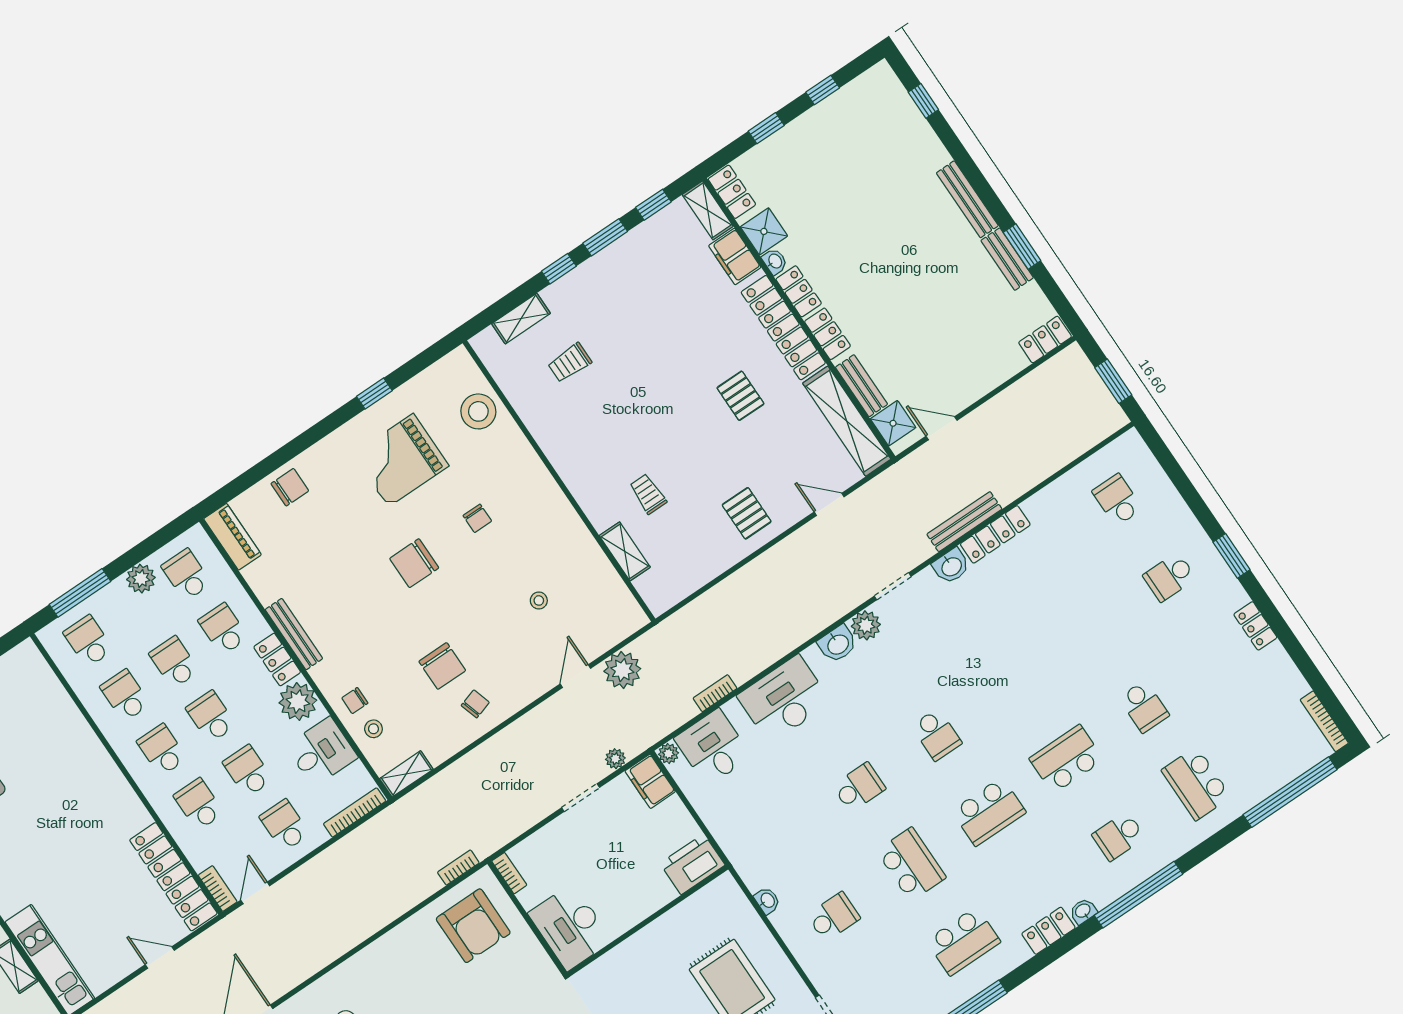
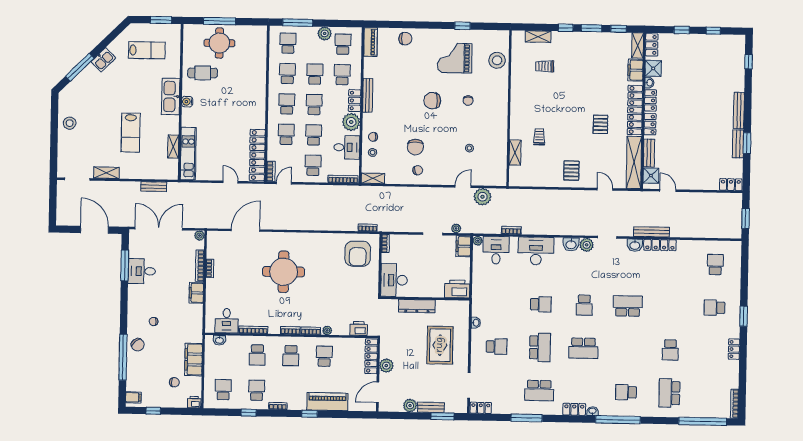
school desk: (1066, 759) -> (628, 306), moved
dresser: (643, 944) -> (417, 306), added

